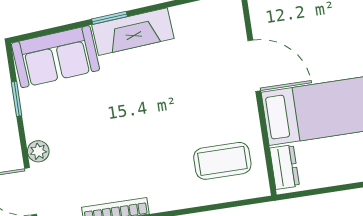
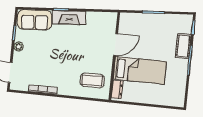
door: (254, 66) -> (115, 45), hinge flipped
plant: (38, 151) -> (19, 46), moved

